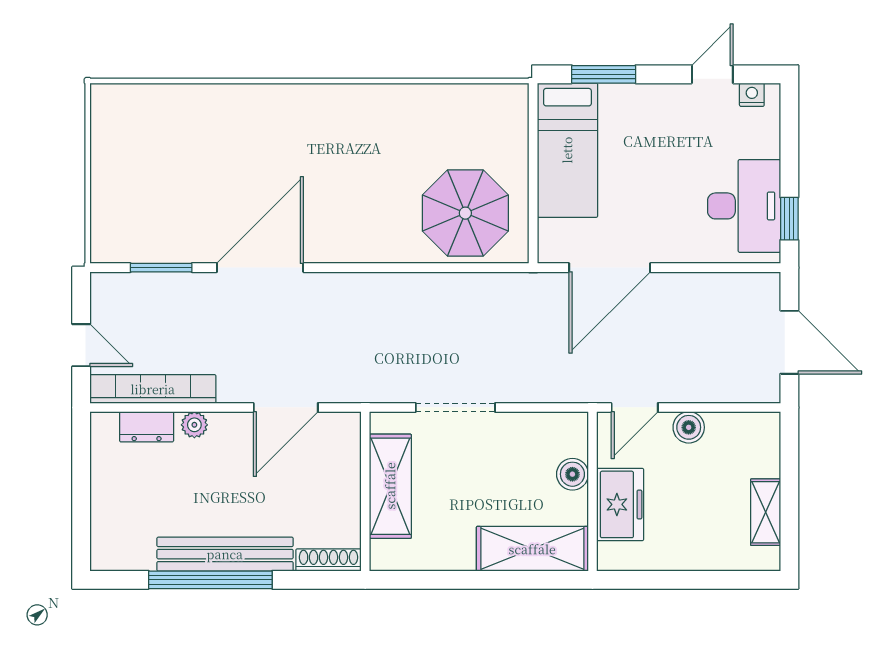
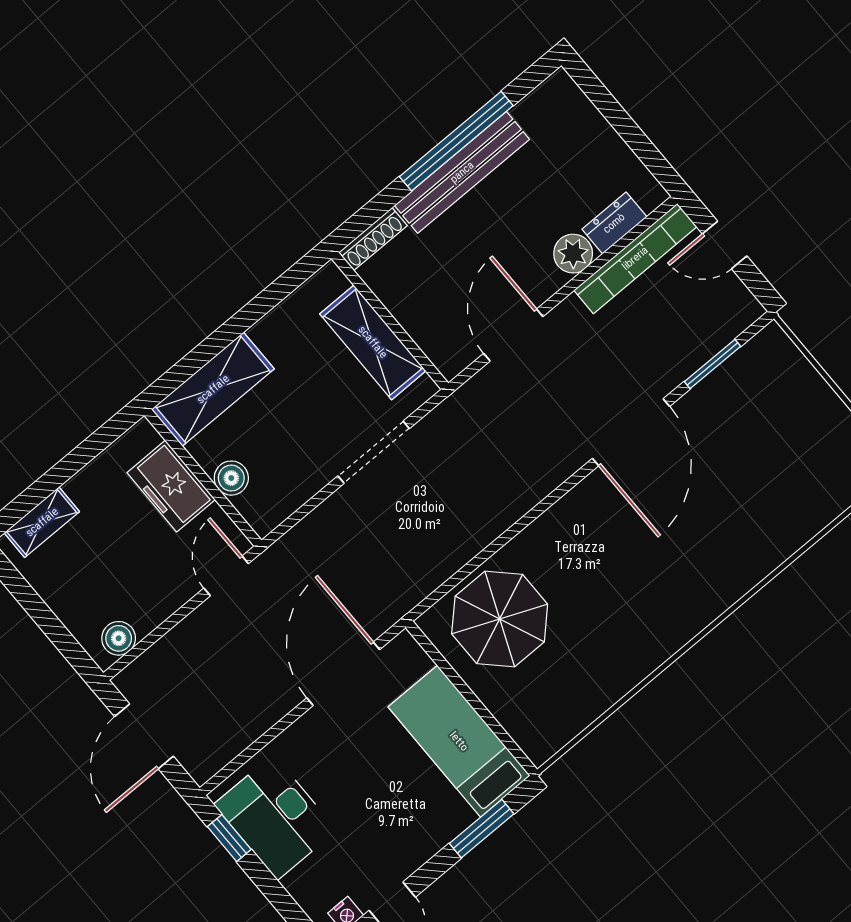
door: (789, 342) -> (144, 736), hinge flipped
plant: (194, 425) -> (573, 254), width x1.38, depth x1.38
boiler: (689, 427) -> (119, 638), moved
shelving: (766, 512) -> (42, 522), moved, turned 90

